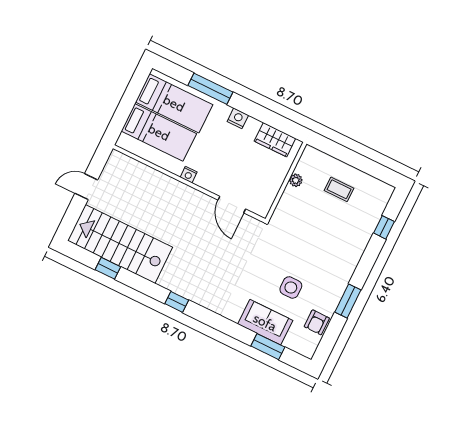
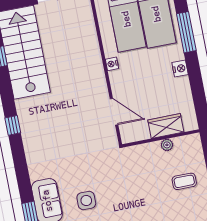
wardrobe: (275, 140) -> (166, 126), moved, turned 90
coffee table: (339, 189) -> (184, 181), turned 90
door: (232, 205) -> (114, 112), swing flipped

